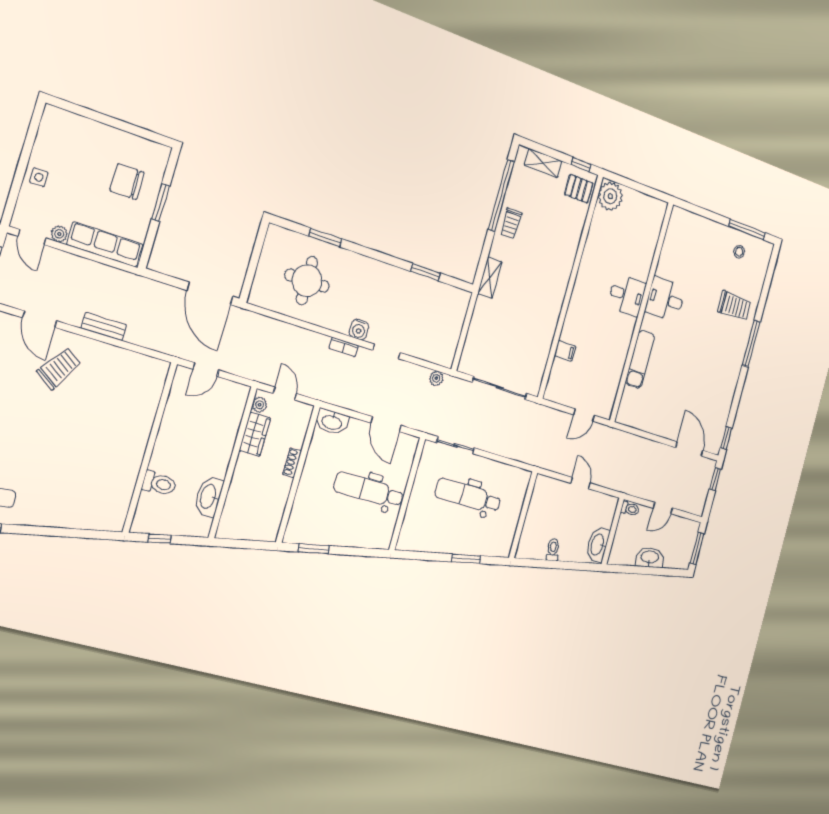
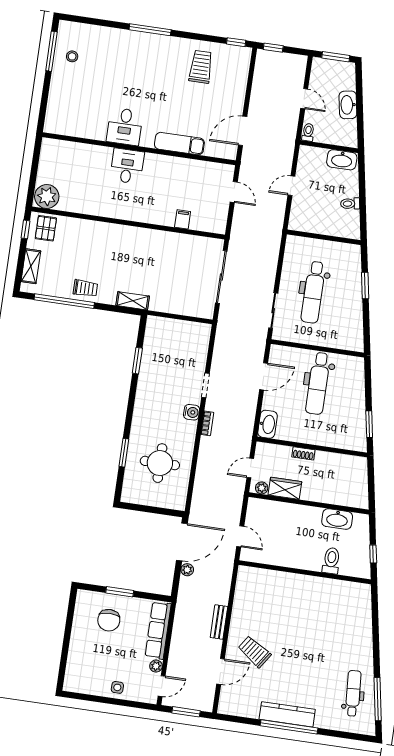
trolley: (734, 306) -> (201, 67), moved
plant: (436, 378) -> (187, 570), moved
door: (689, 449) -> (243, 131), moved

